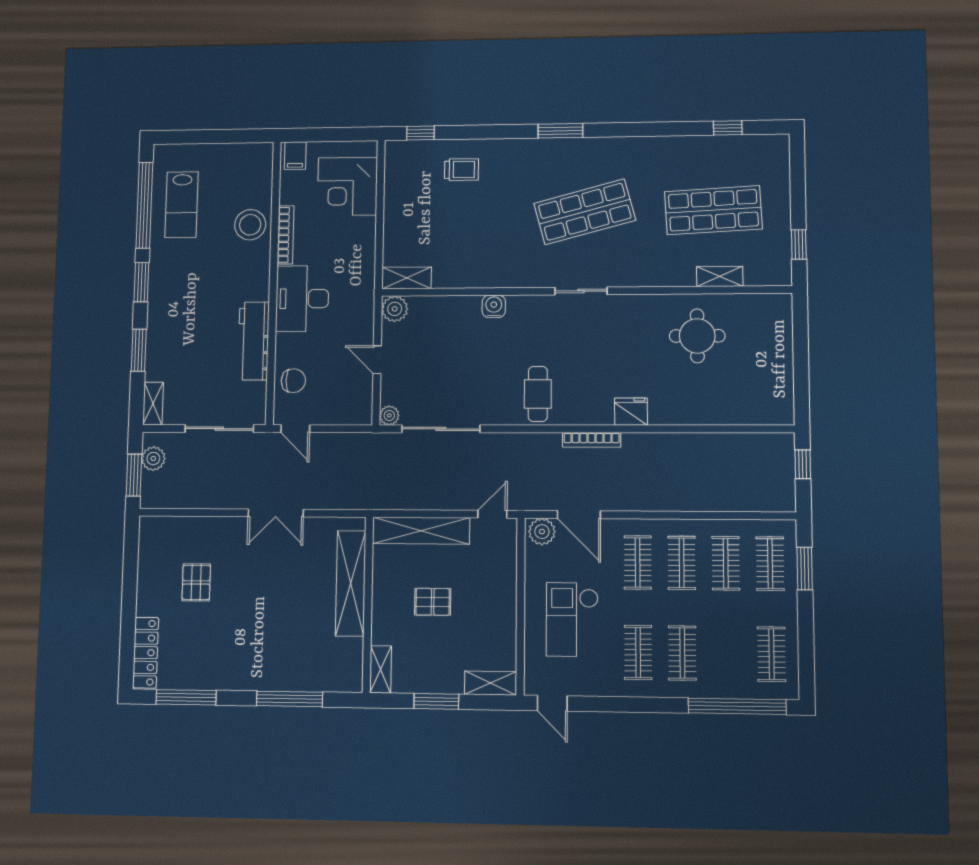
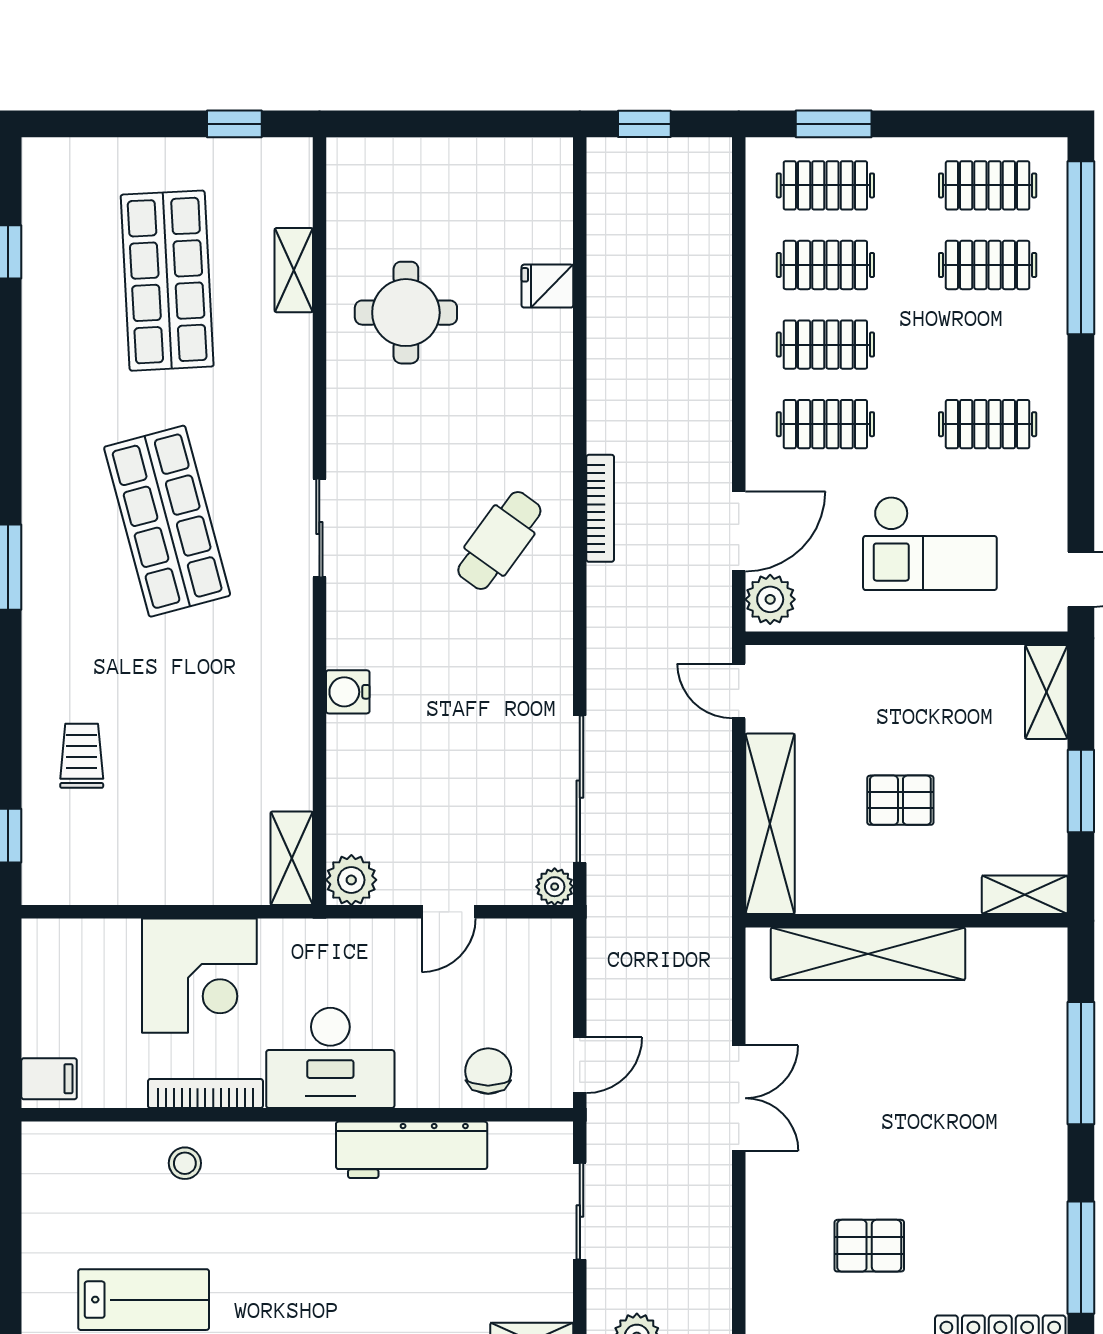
corner desk: (347, 186) -> (199, 976), moved
stool: (250, 225) -> (185, 1163), width x0.53, depth x0.53
cafe table: (538, 394) -> (499, 540), moved, turned -54
fridge: (631, 412) -> (547, 286), moved, width x0.72
sliding door: (219, 429) -> (580, 1211), width x0.73
pallet: (433, 602) -> (900, 800), turned 90
clothes rail: (682, 653) -> (988, 265), moved

